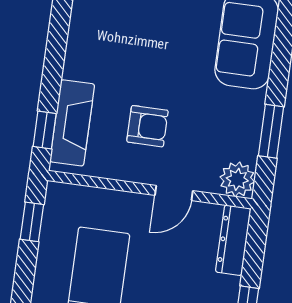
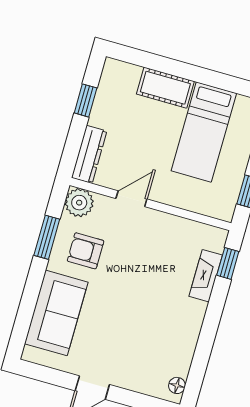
fireplace: (72, 123) -> (206, 276), width x0.73, depth x0.76
armchair: (147, 126) -> (86, 251), moved

